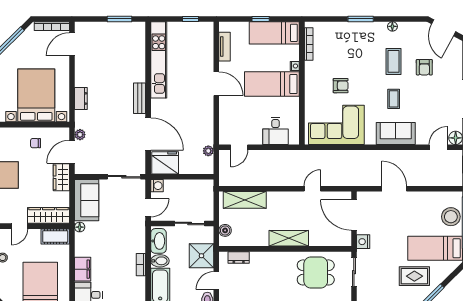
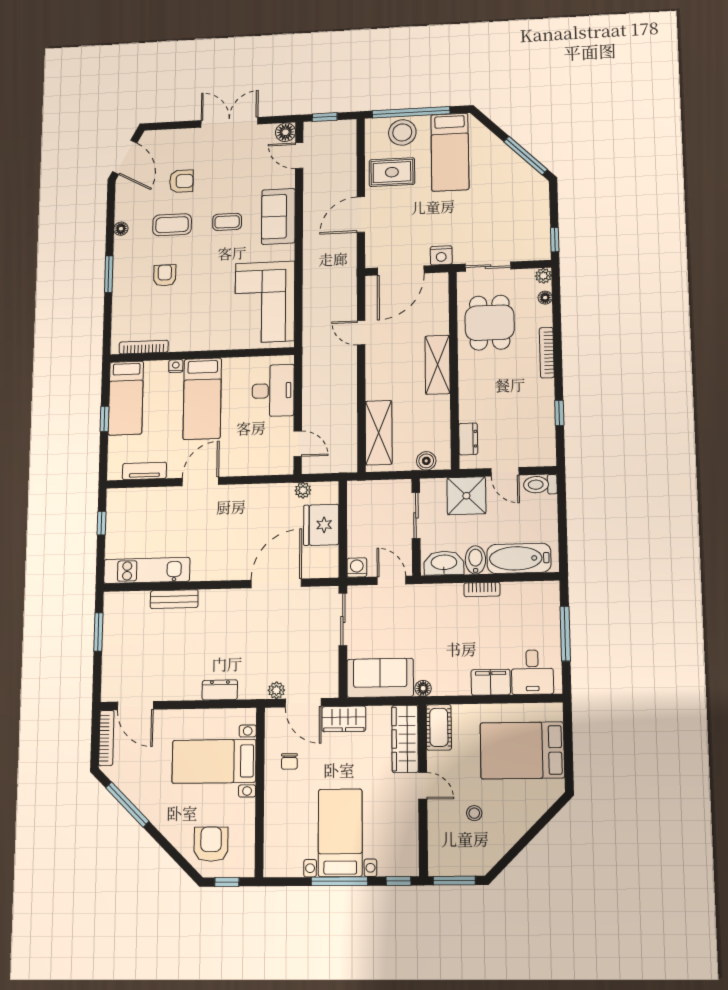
door: (444, 28) -> (125, 157), hinge flipped
kitchen unit: (159, 60) -> (147, 570), width x0.73
armchair: (341, 86) -> (165, 275), moved
bed with nightstands: (36, 95) -> (214, 761), width x0.73
bench: (140, 98) -> (174, 599), moved
desk: (276, 131) -> (273, 391), width x1.37
fridge: (165, 163) -> (321, 525), moved
rug: (414, 276) -> (392, 172), moved, turned 90

